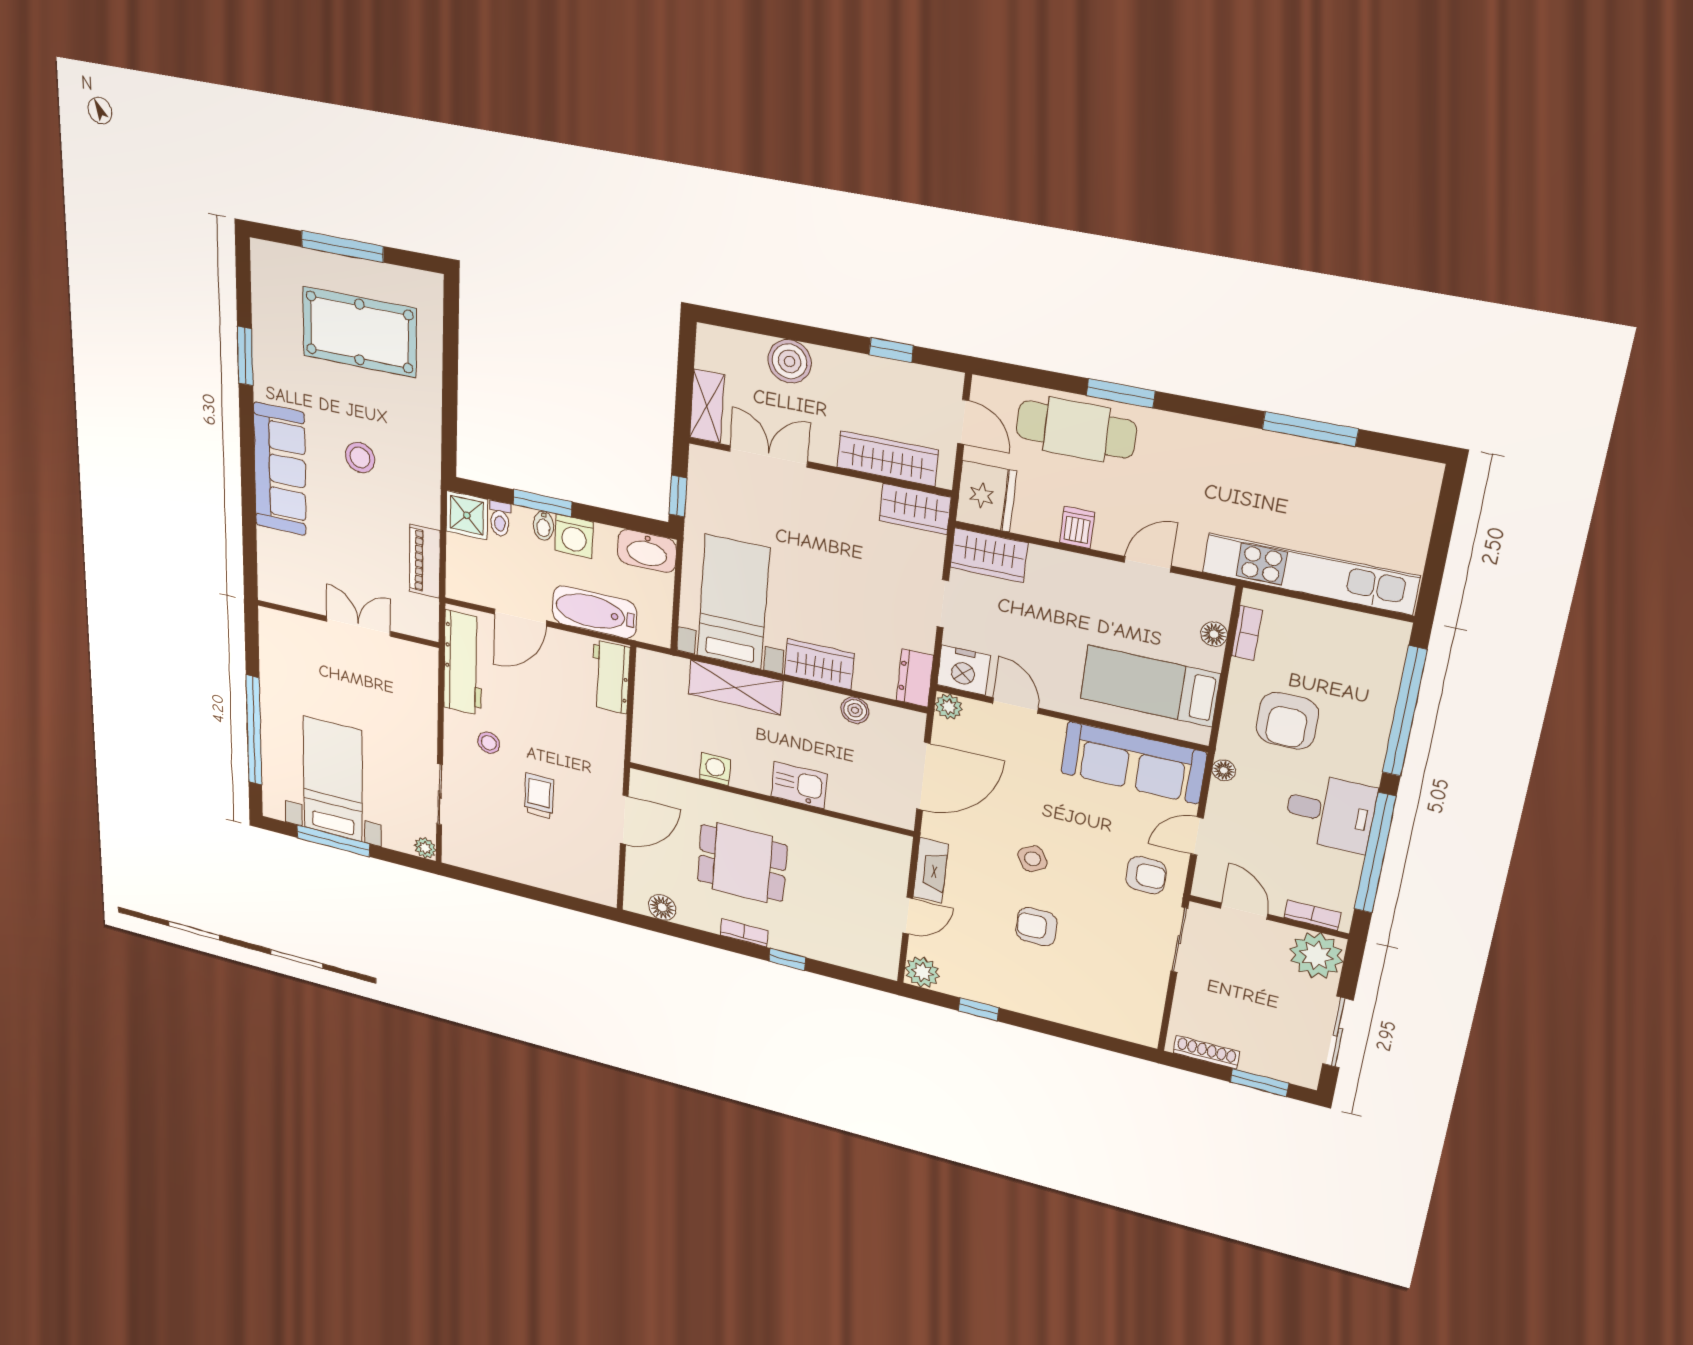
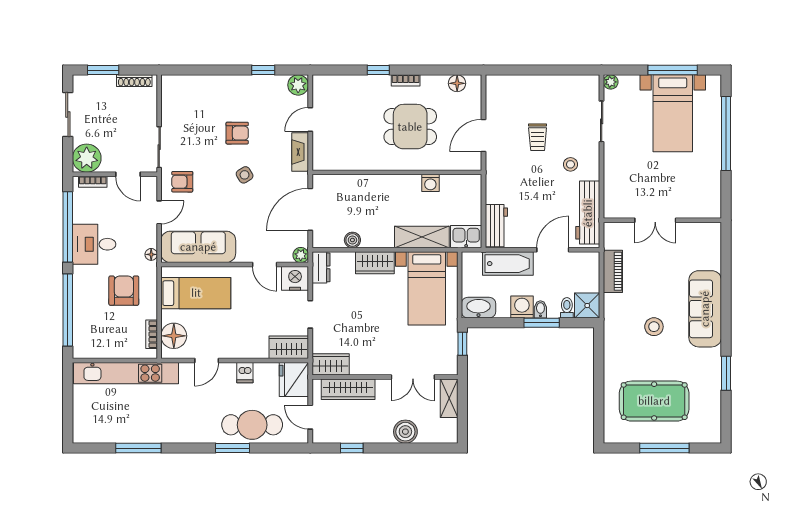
floor lamp: (1214, 634) -> (174, 336), width x1.89, depth x1.89
kitchen sink: (799, 785) -> (466, 237), moved, turned 180

